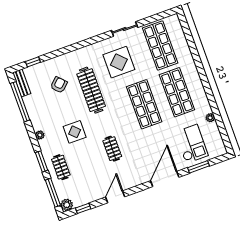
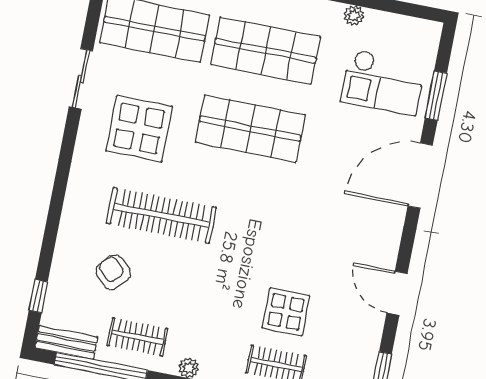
display table: (75, 132) -> (286, 312), moved
checkout: (192, 144) -> (383, 82), turned 180
clothes rail: (112, 149) -> (137, 337), moved
door: (165, 179) -> (420, 176), hinge flipped

